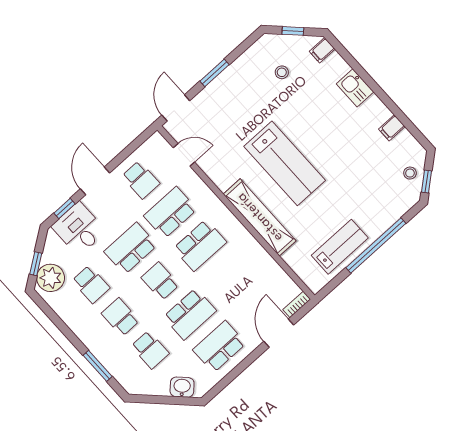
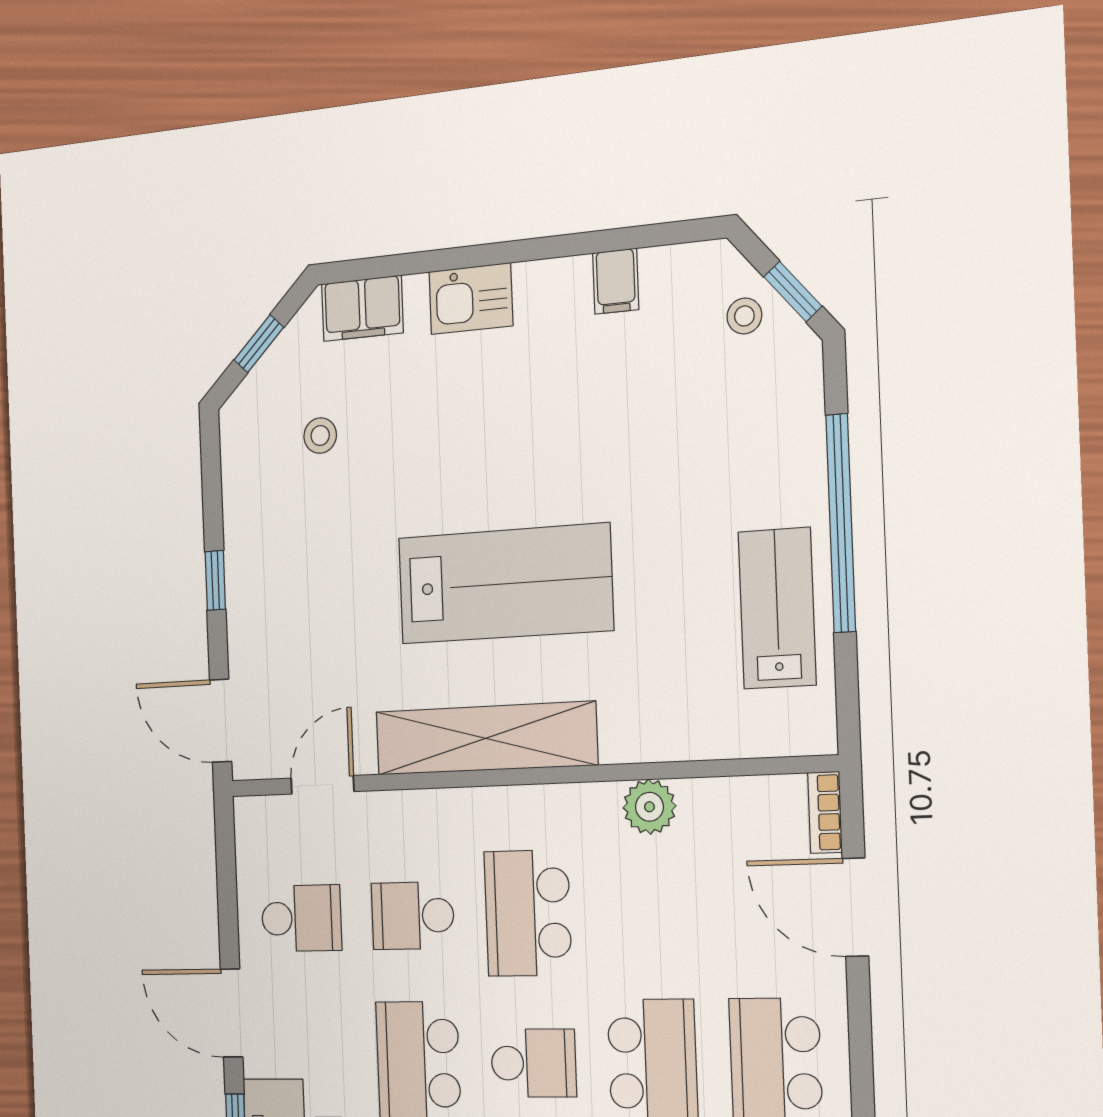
filing cabinet: (322, 50) -> (362, 308), width x2.00
window: (215, 73) -> (215, 580), width x0.67
school desk: (170, 213) -> (413, 916), width x0.54
shelving: (260, 217) -> (486, 738), moved
school desk: (200, 245) -> (528, 913), turned 180
plant: (258, 256) -> (649, 807), added
school desk: (160, 281) -> (533, 1063), turned 180

